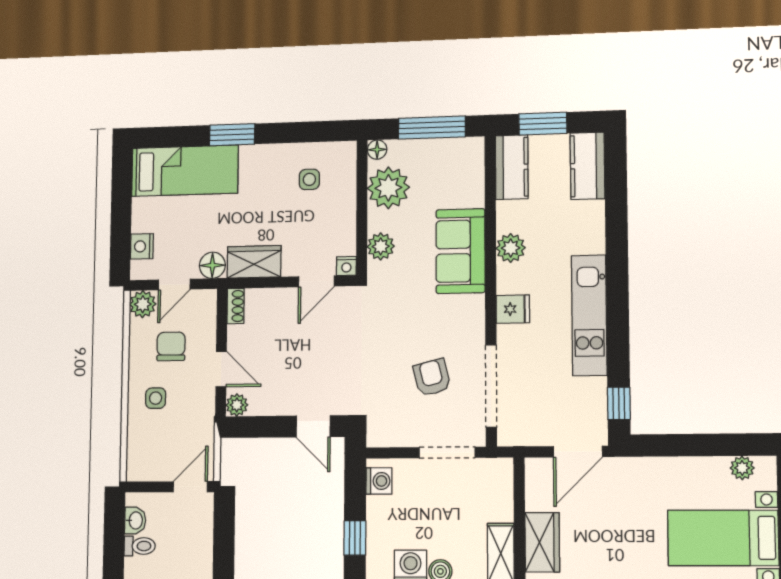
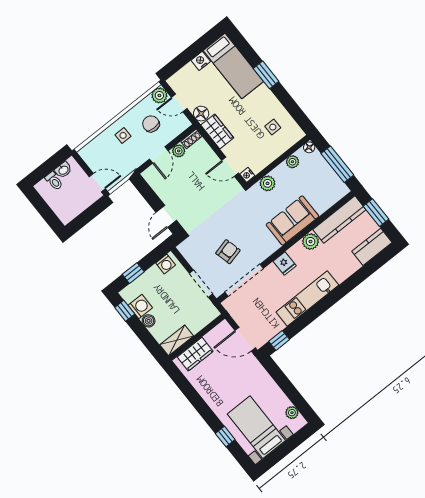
kitchen counter: (512, 167) -> (339, 220), width x1.50
plant: (388, 188) -> (292, 162), width x0.53, depth x0.53
nightstand: (142, 246) -> (201, 61), moved
chair: (171, 346) -> (151, 124), turned -90
plant: (237, 405) -> (179, 151), moved

